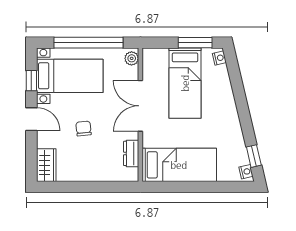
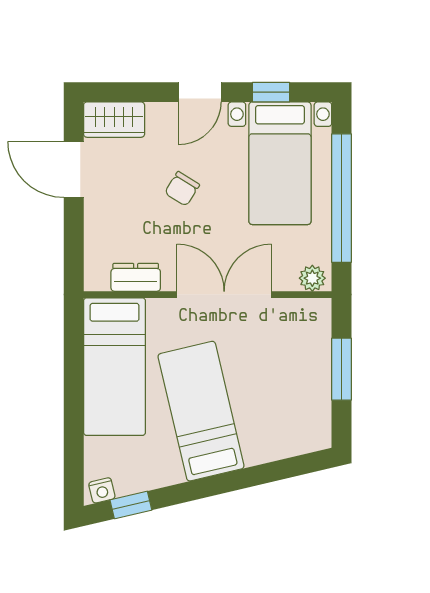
window: (195, 43) -> (342, 369), moved
nightstand: (219, 58) -> (313, 441), removed
bed: (185, 83) -> (201, 411), moved, turned 77
chair: (84, 128) -> (182, 189), turned 128
door: (73, 187) -> (74, 169), added

